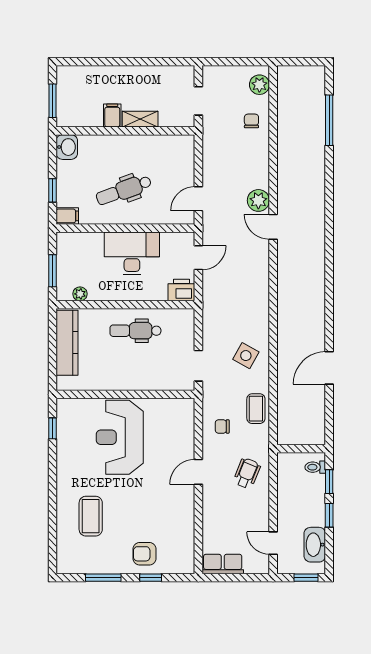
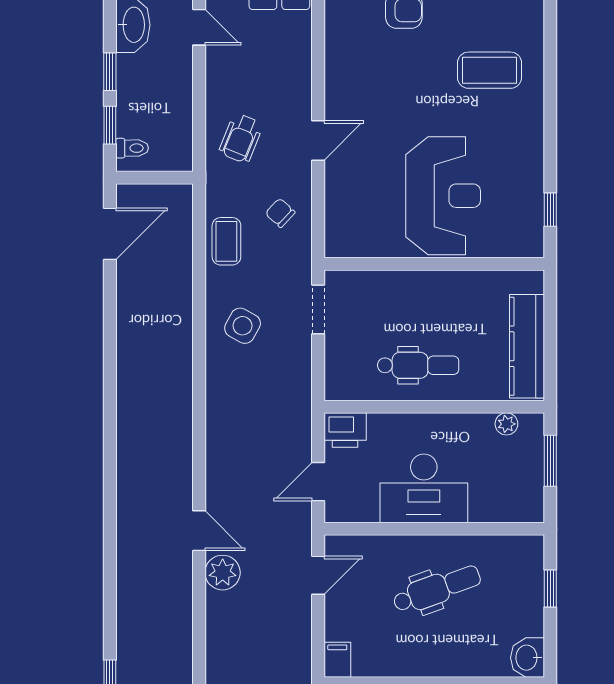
filing cabinet: (67, 216) -> (337, 660), moved, turned 90
door: (329, 368) -> (110, 234), moved
chair: (222, 426) -> (280, 213), turned -137
coffee table: (91, 516) -> (489, 70), turned 90

